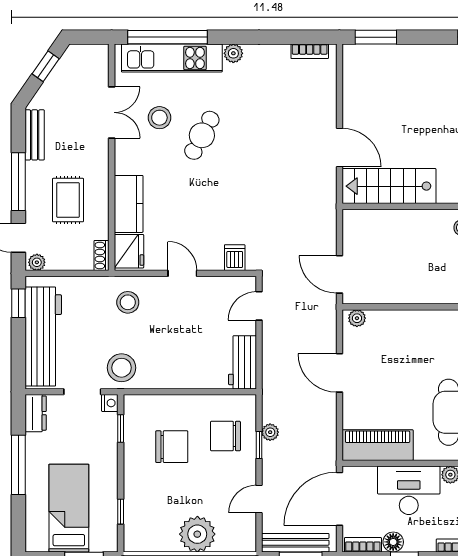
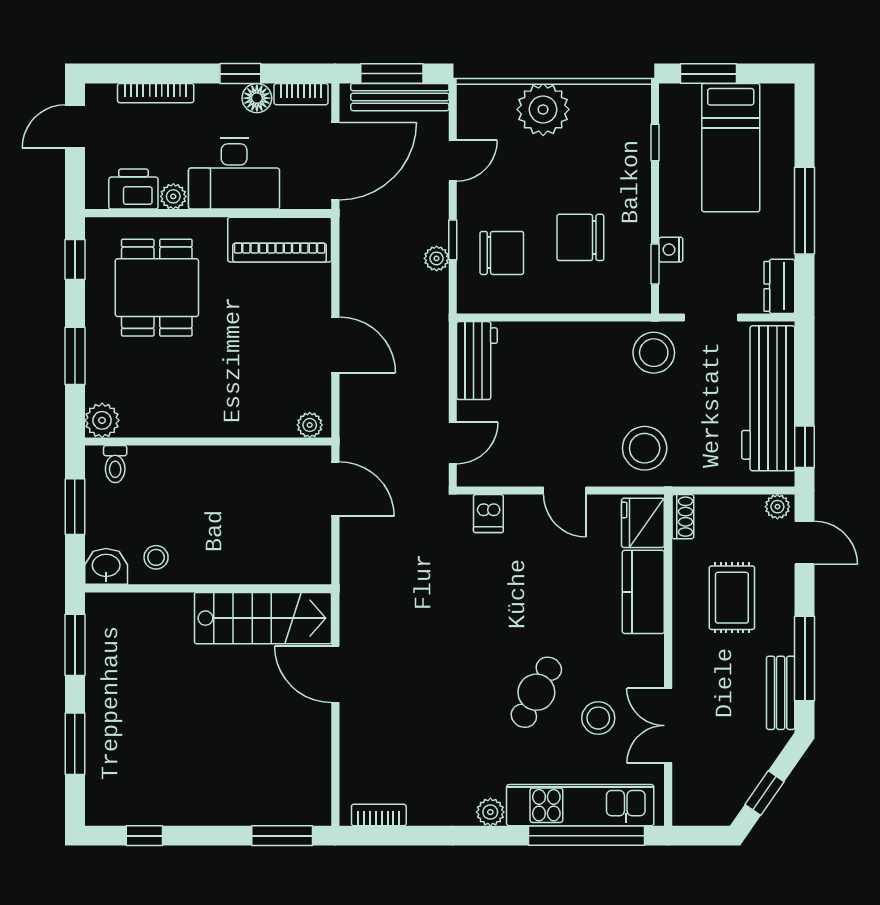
window: (18, 182) -> (805, 659), moved
stool: (128, 302) -> (645, 448), width x1.38, depth x1.38
nightstand: (110, 403) -> (671, 250), moved

